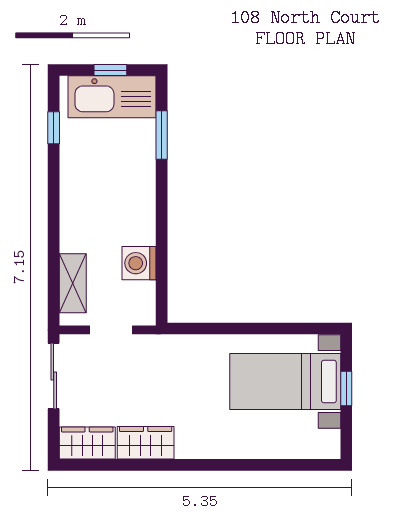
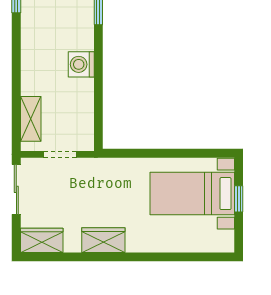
washing machine: (139, 263) -> (81, 64), moved
wardrobe: (146, 443) -> (103, 240), moved

